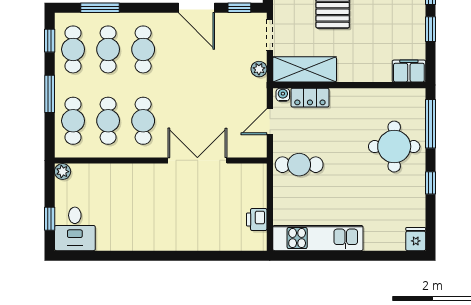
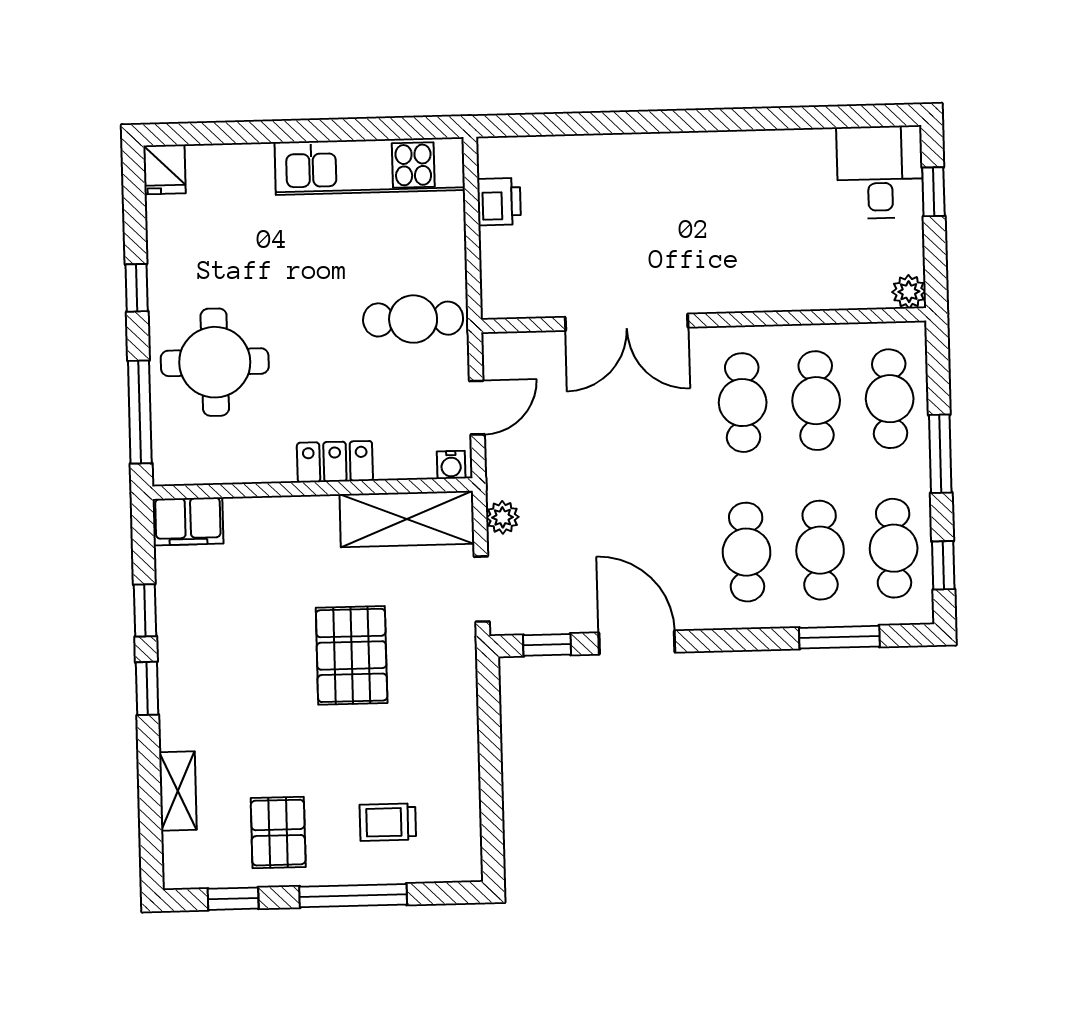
locker: (310, 98) -> (335, 462), moved

